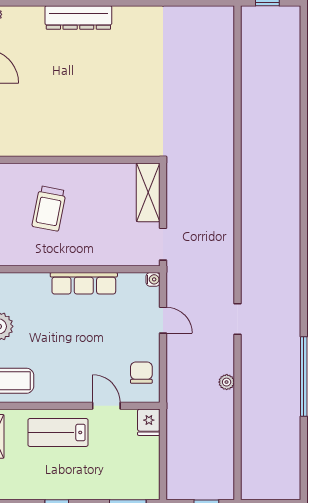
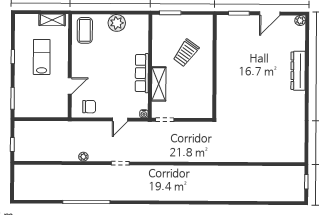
shelving: (148, 192) -> (159, 84), moved, turned 90
trolley: (49, 209) -> (186, 53), turned -65
fridge: (149, 422) -> (60, 111), removed
lab bench: (58, 432) -> (42, 57), moved

